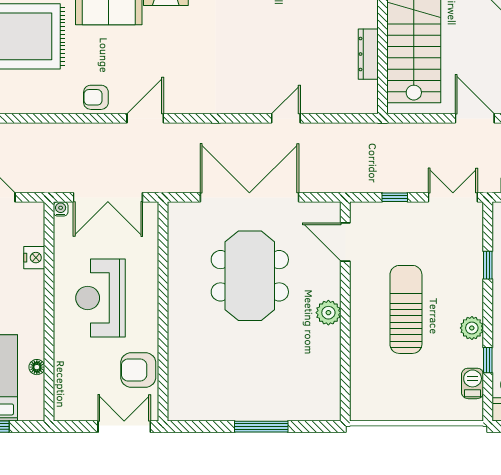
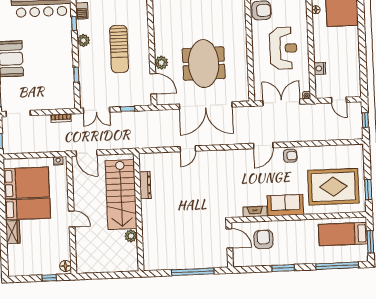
plant: (328, 313) -> (161, 63), moved

